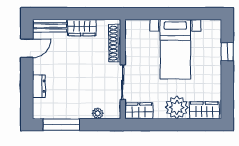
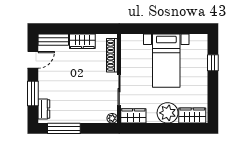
window: (27, 86) -> (33, 94), added
dresser: (39, 86) -> (44, 109), moved
plant: (98, 113) -> (112, 118), moved

